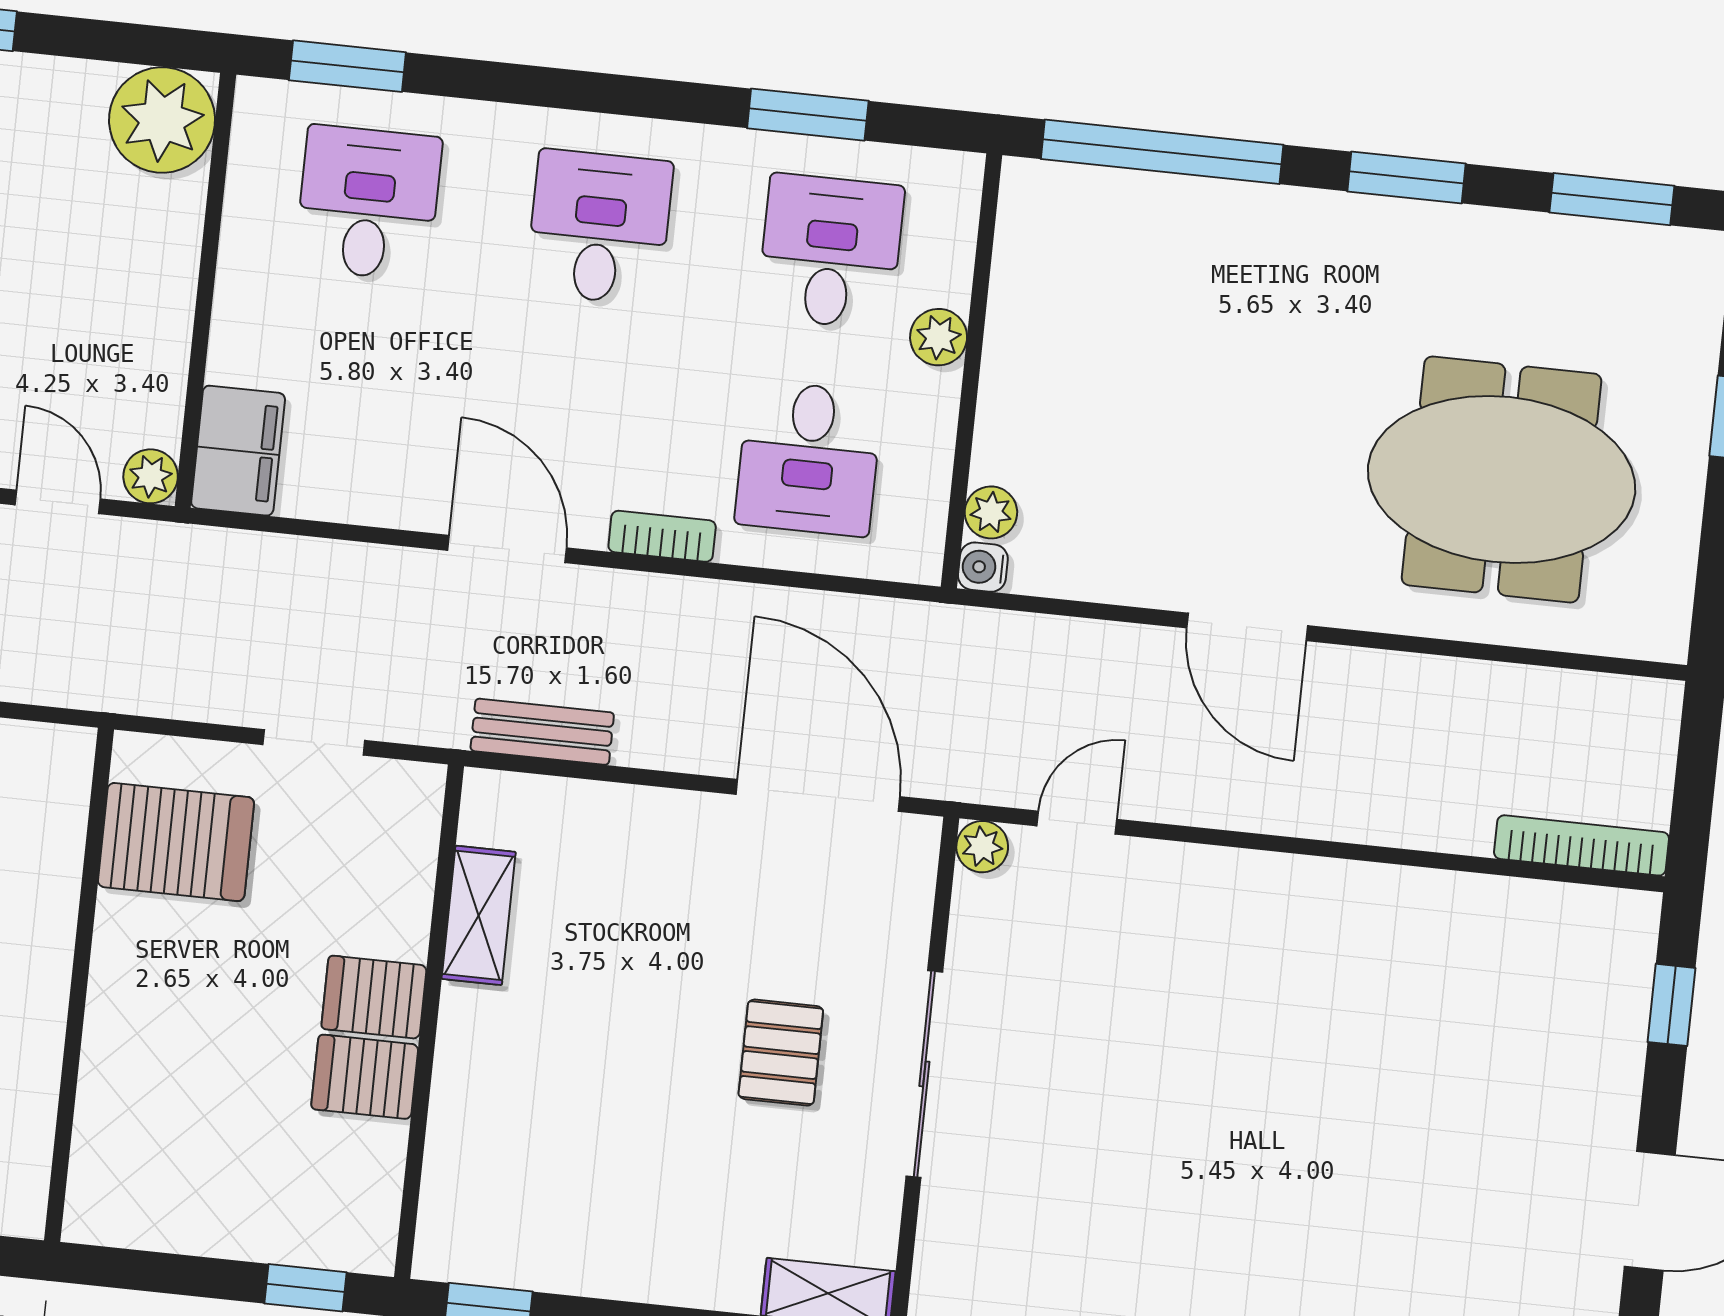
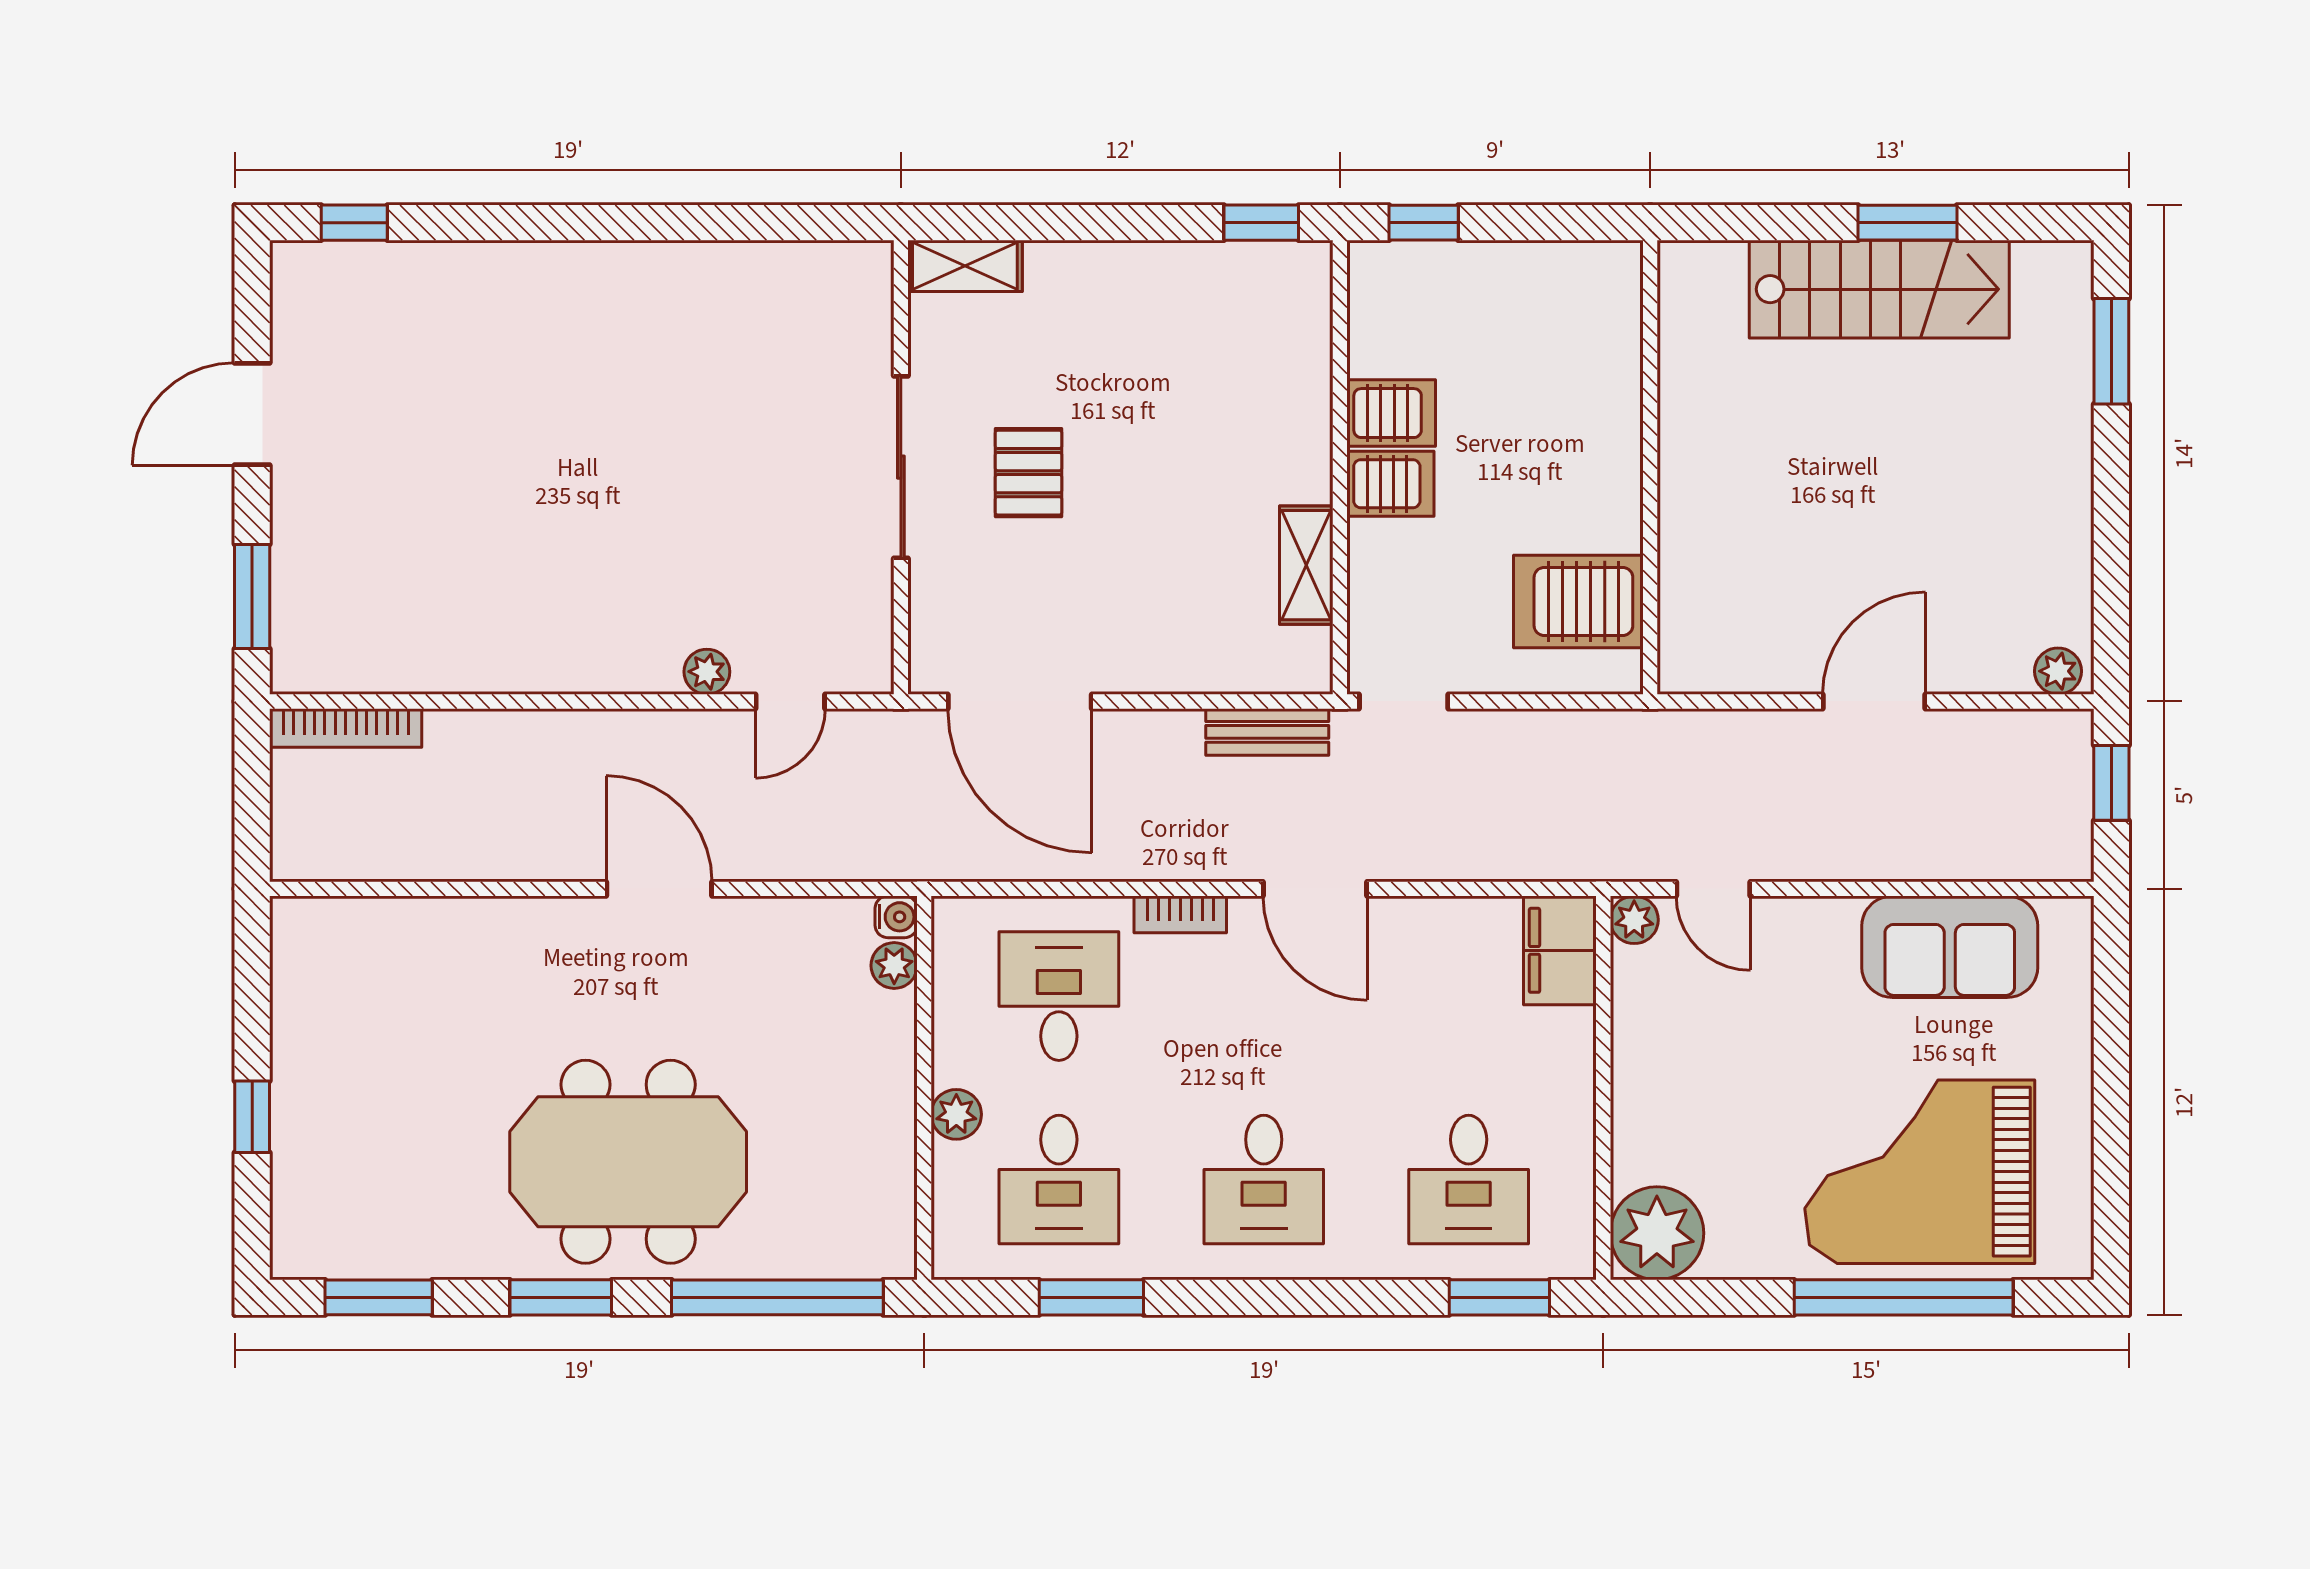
meeting table: (1502, 479) -> (628, 1162), moved
doorway: (314, 742) -> (1404, 701), moved
plant: (982, 847) -> (707, 672), moved
window: (1671, 1005) -> (252, 596), width x1.50

